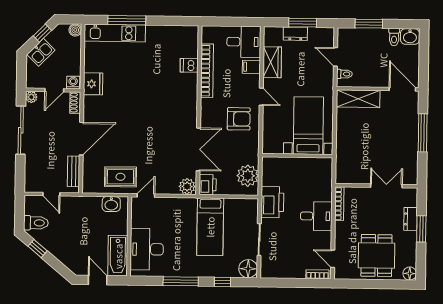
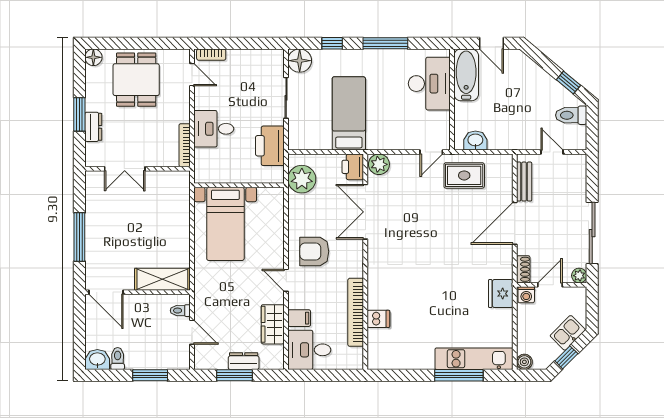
bed with nightstands: (308, 126) -> (225, 224), moved
wall: (297, 156) -> (239, 185), moved

